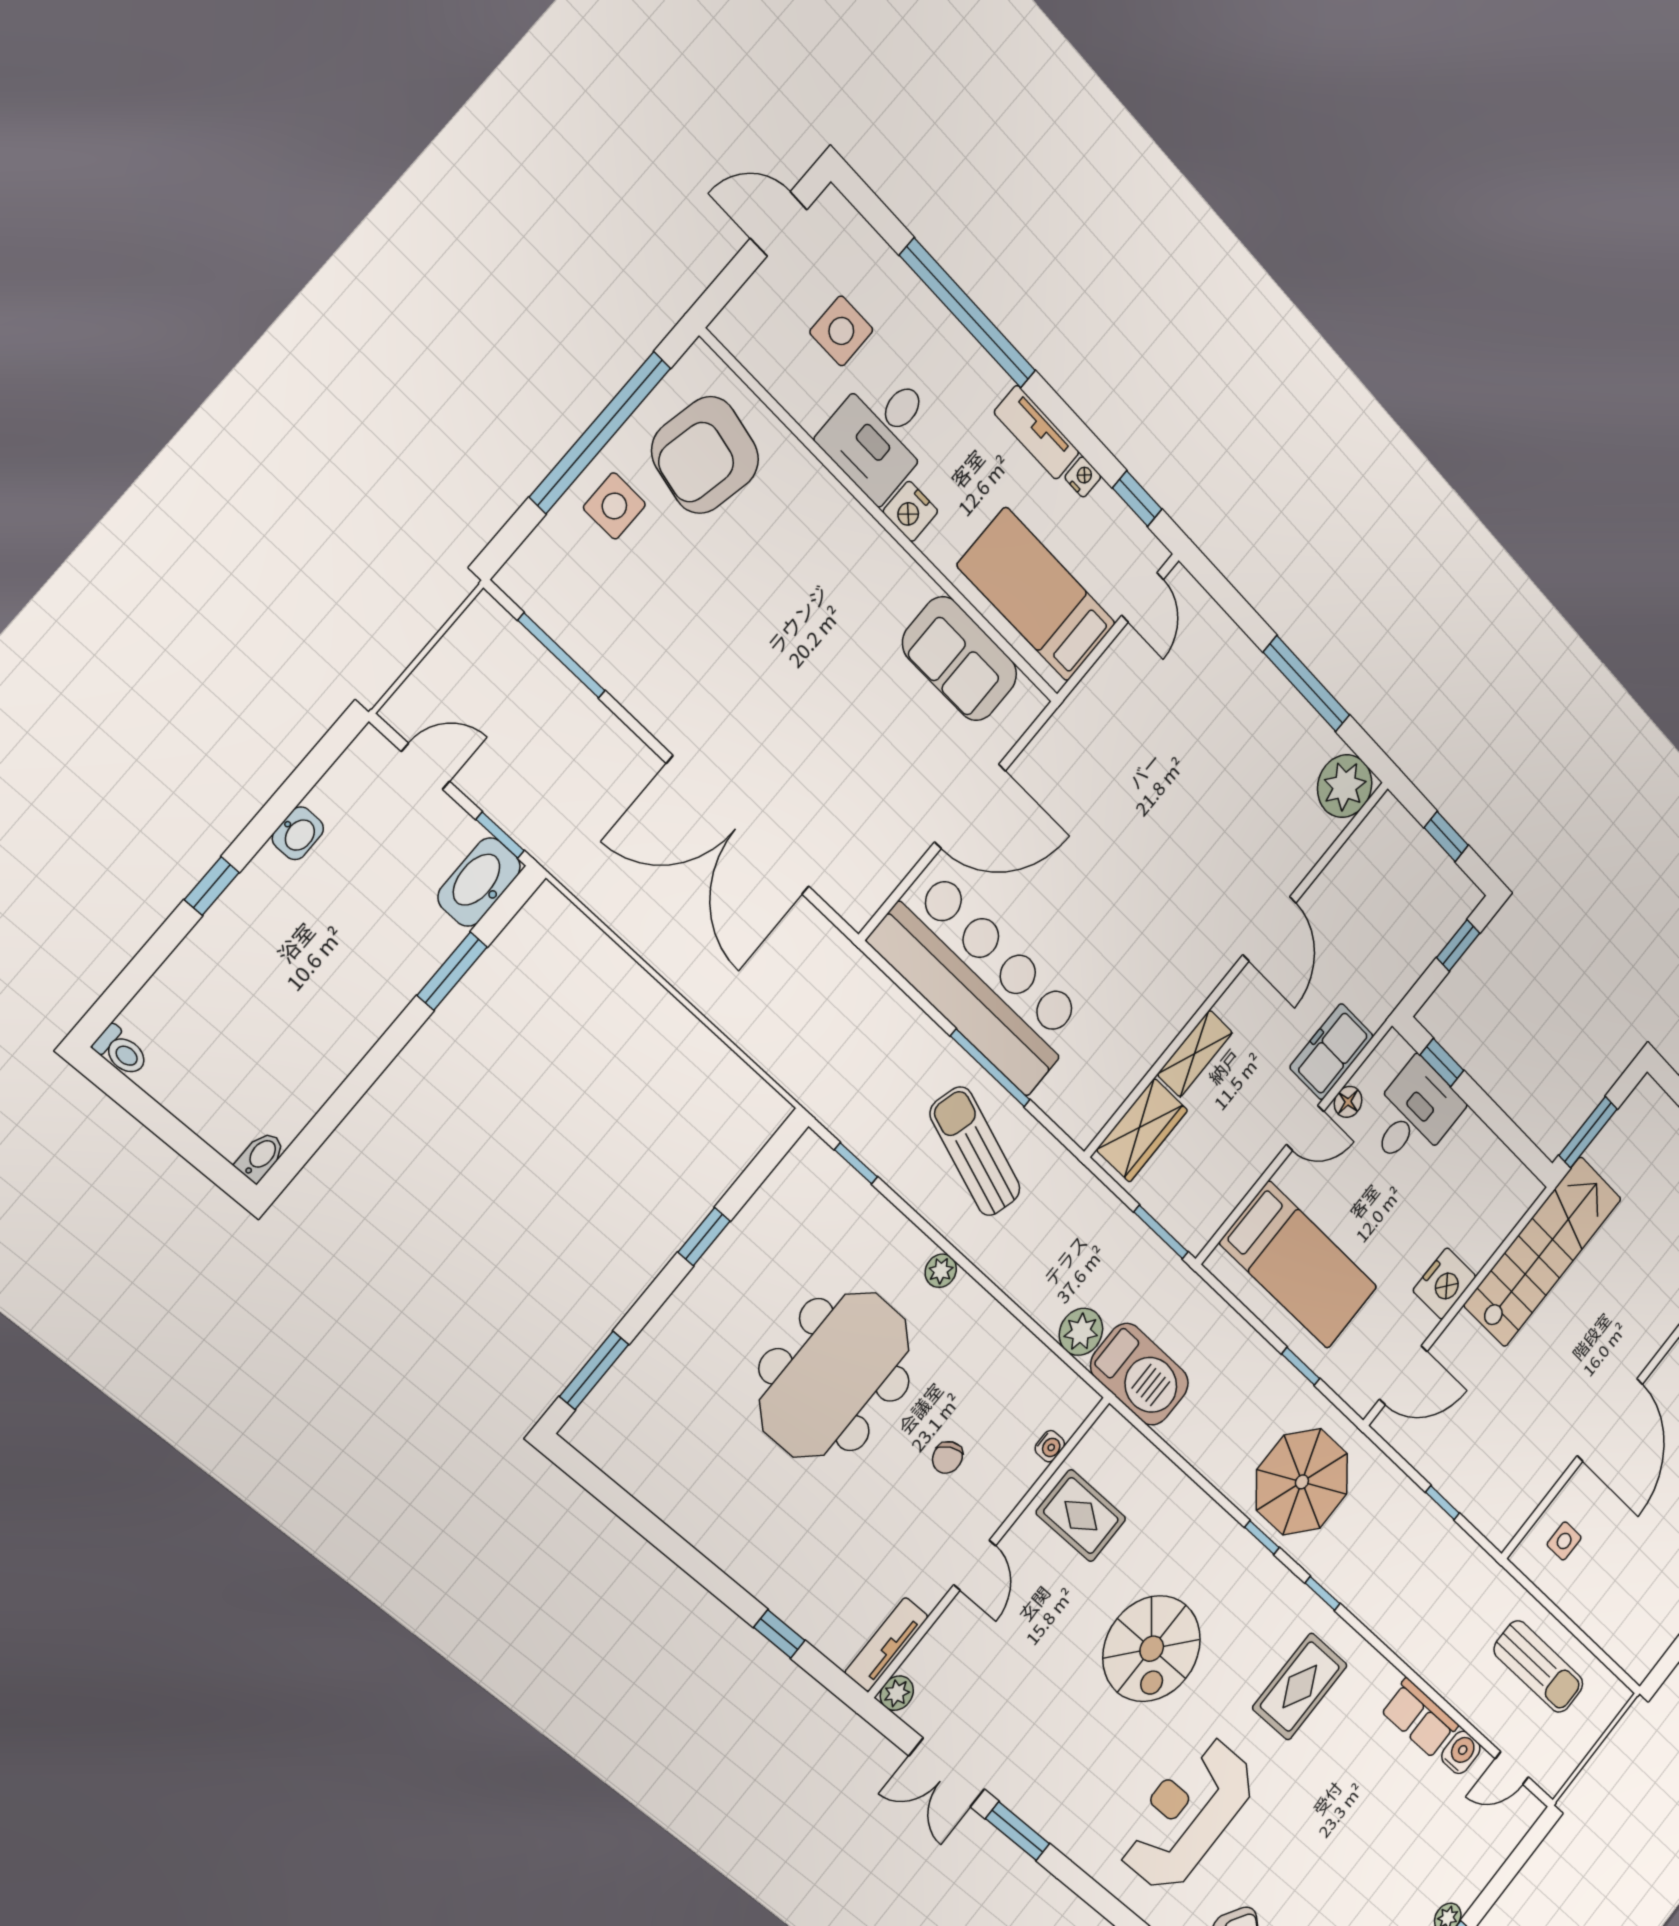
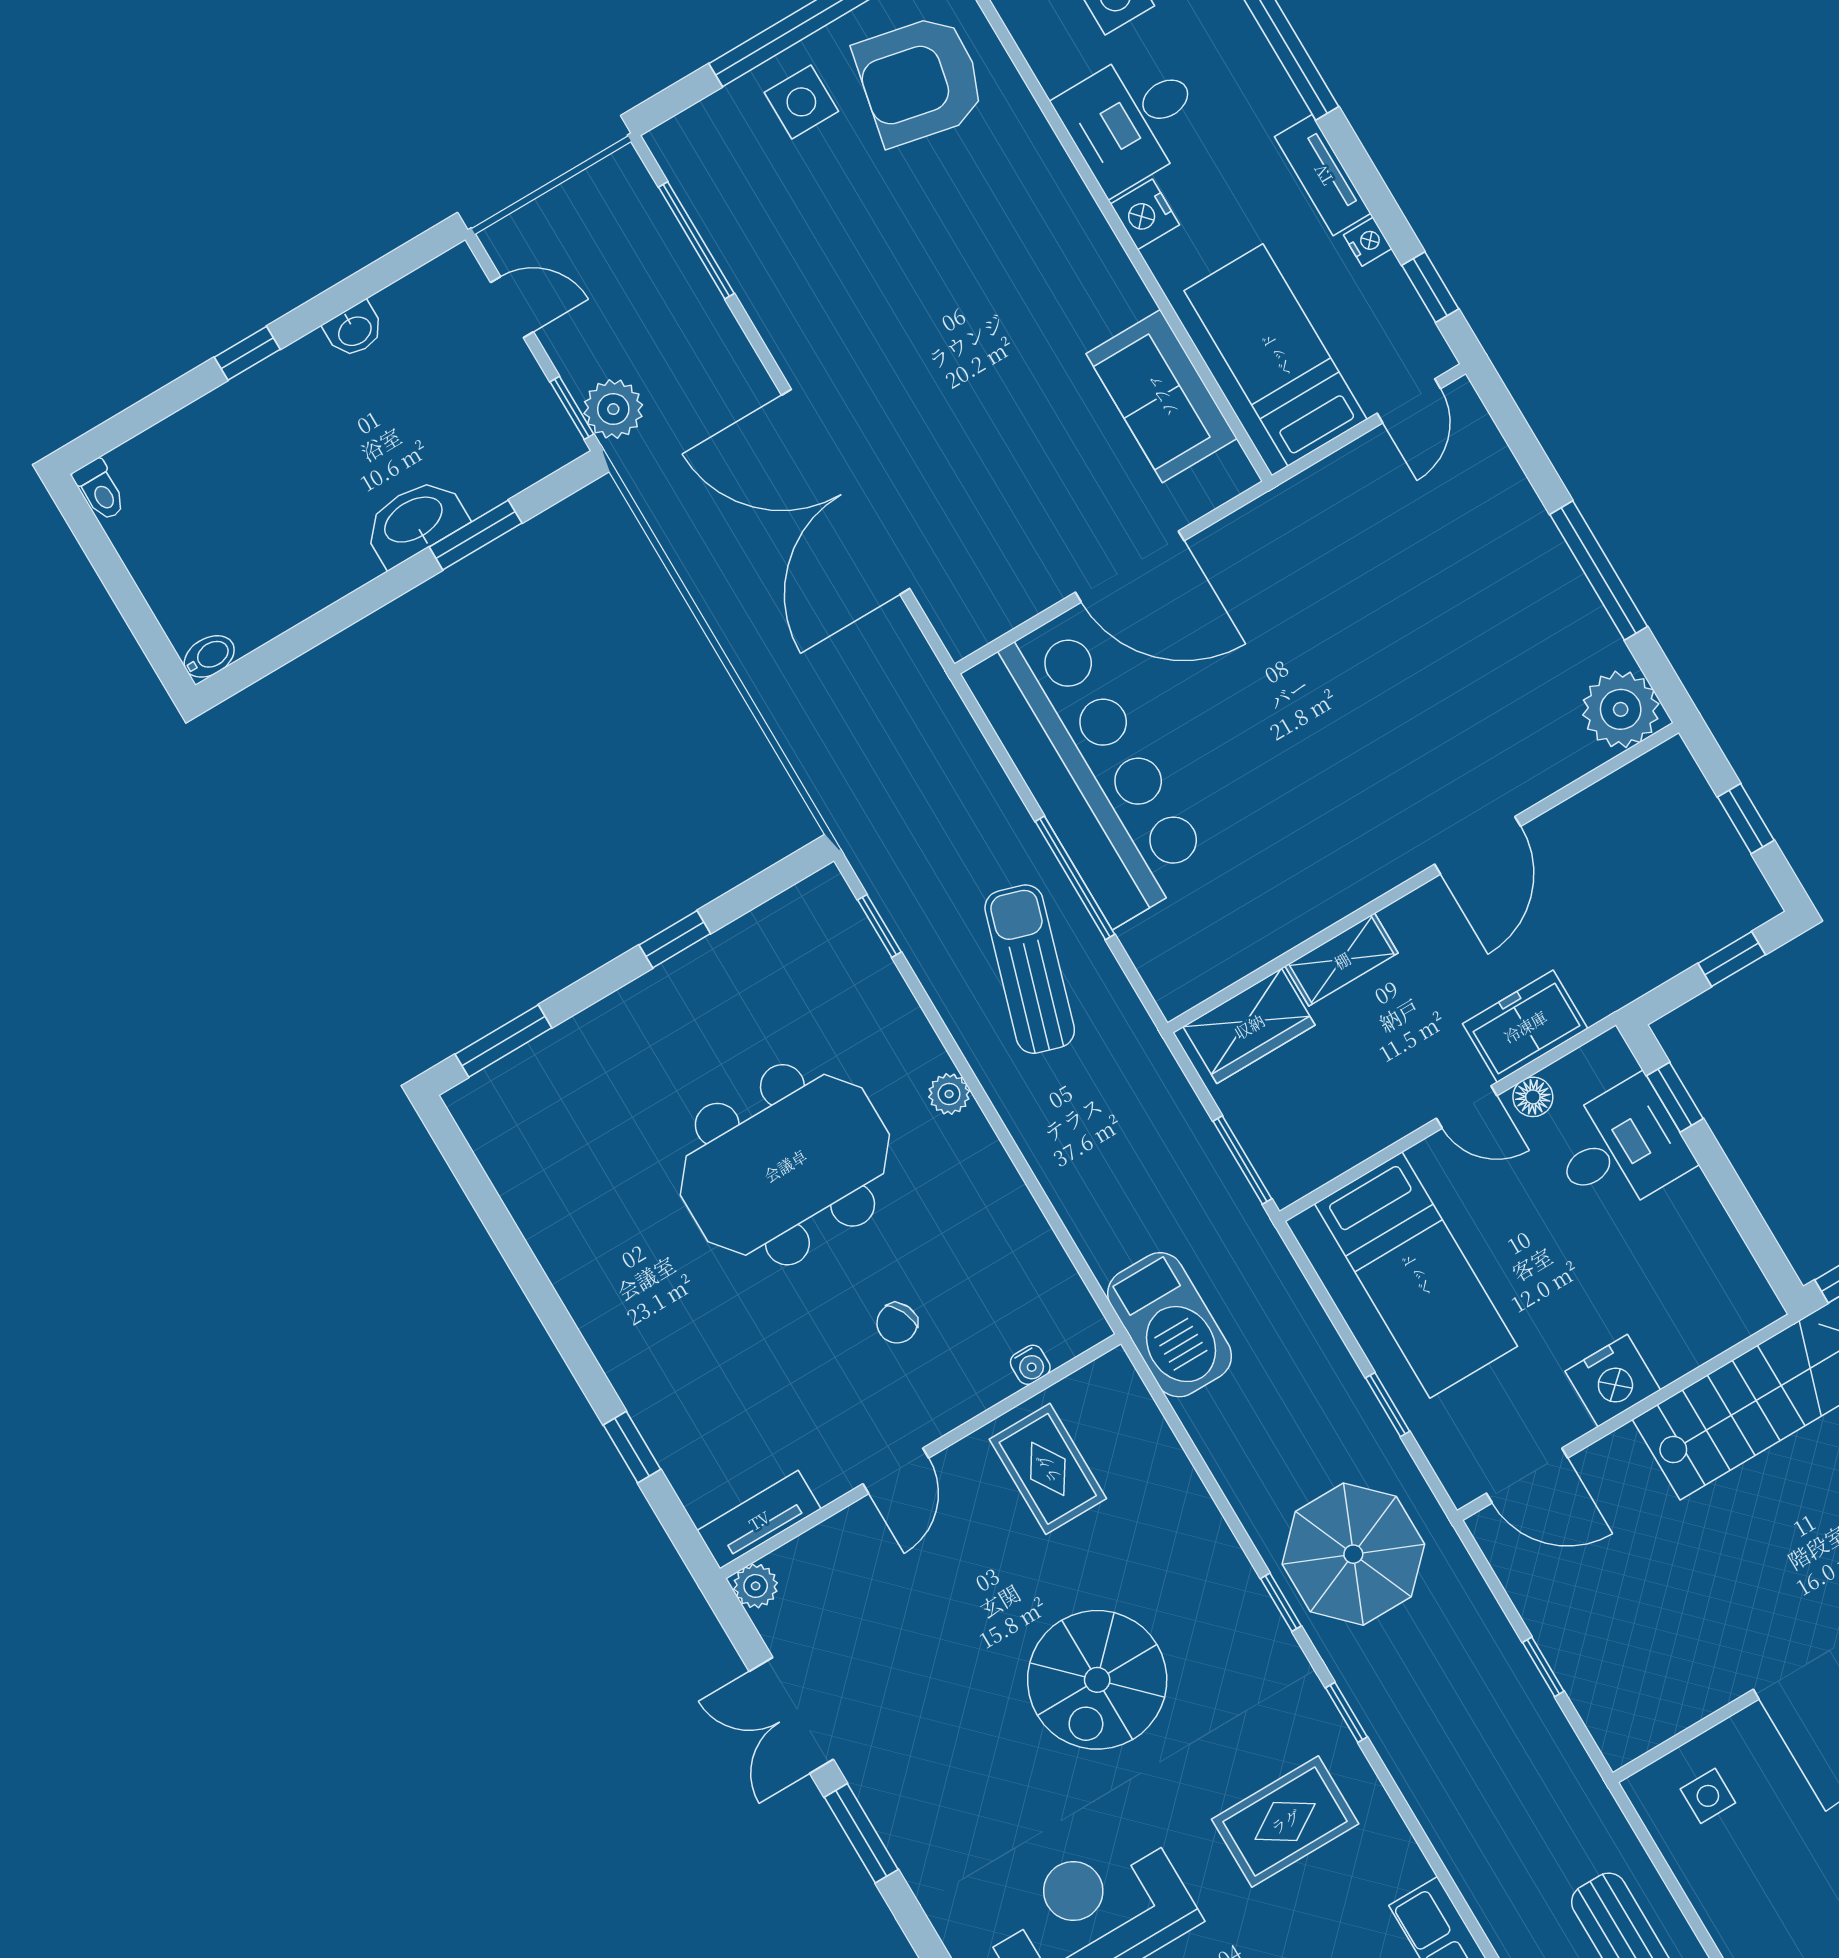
washbasin: (479, 882) -> (414, 521), moved
plant: (1081, 1332) -> (613, 409), moved

